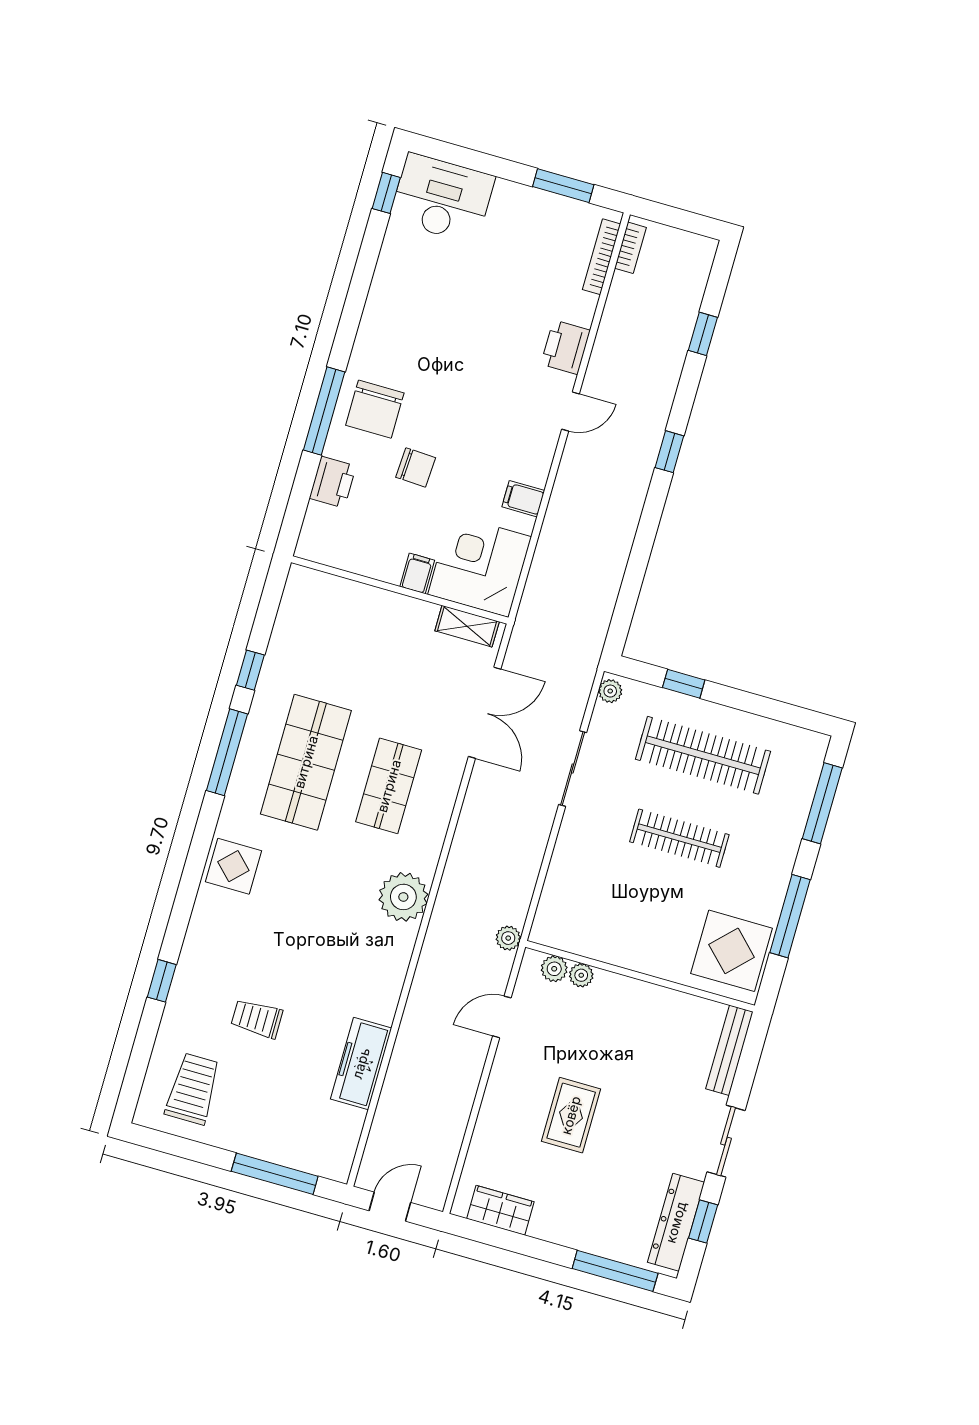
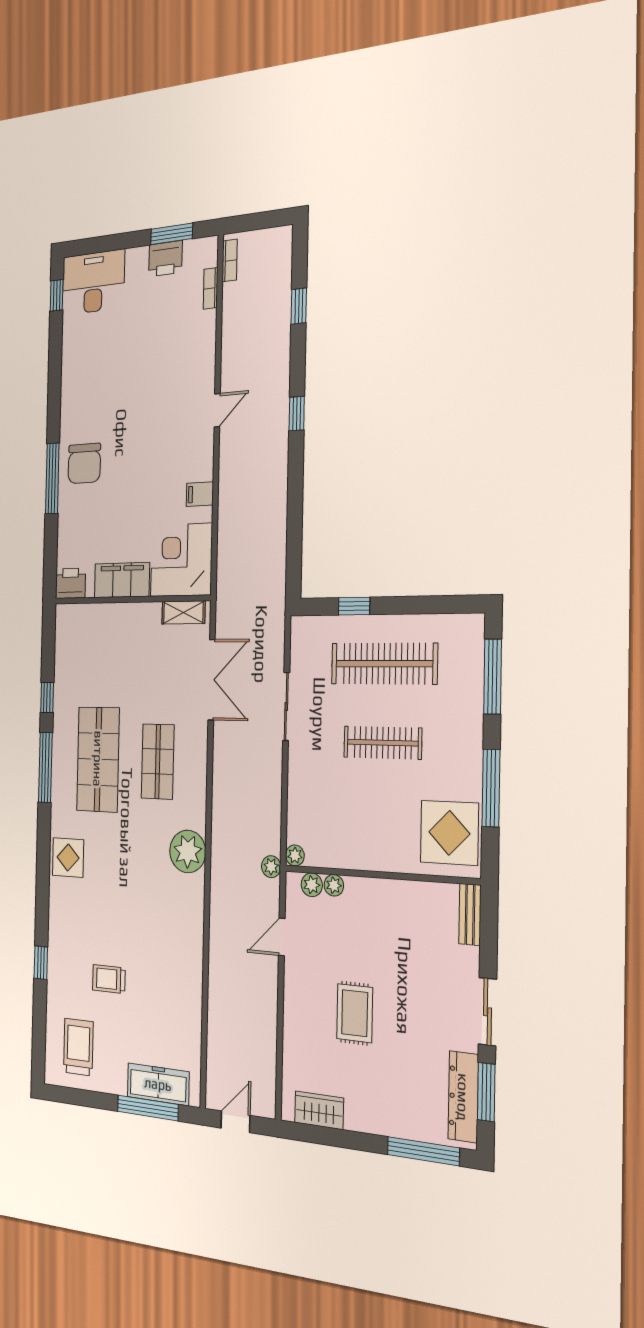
bookcase: (602, 257) -> (211, 288), width x0.64
printer: (566, 347) -> (165, 259), moved, turned -90
chair: (416, 467) -> (121, 498), removed
printer: (333, 482) -> (70, 583), moved, turned -90
filing cabinet: (417, 573) -> (122, 580), width x3.00, depth x1.17
plant: (610, 691) -> (295, 855), moved
bench: (729, 1050) -> (470, 914), width x0.73
freezer: (361, 1063) -> (158, 1084), moved, turned 90
window: (703, 1221) -> (486, 1092), width x1.50

